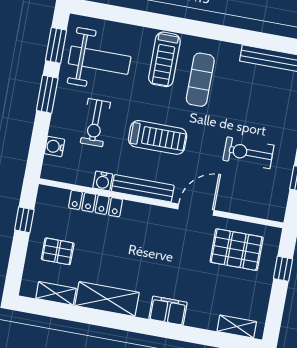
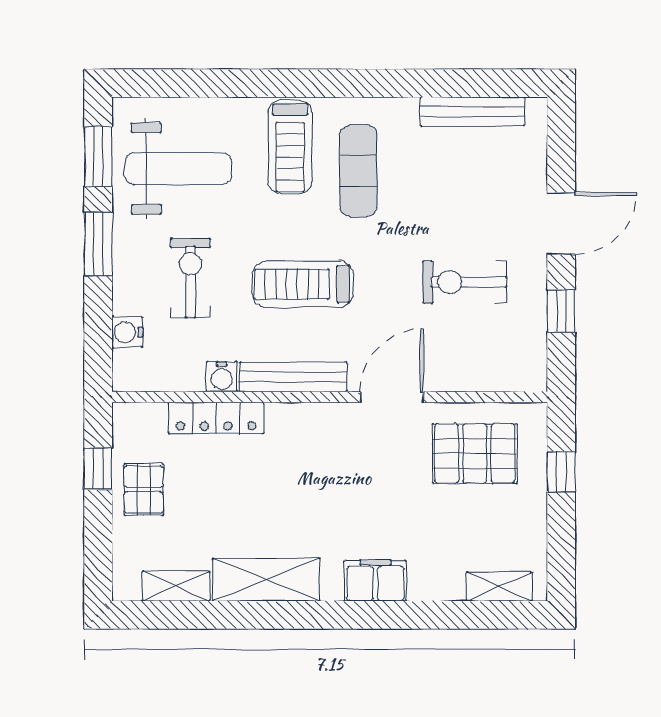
exercise bike: (95, 123) -> (190, 278), turned 180
treadmill: (158, 137) -> (303, 284), turned 180
pallet: (58, 251) -> (144, 489), moved, turned 90

